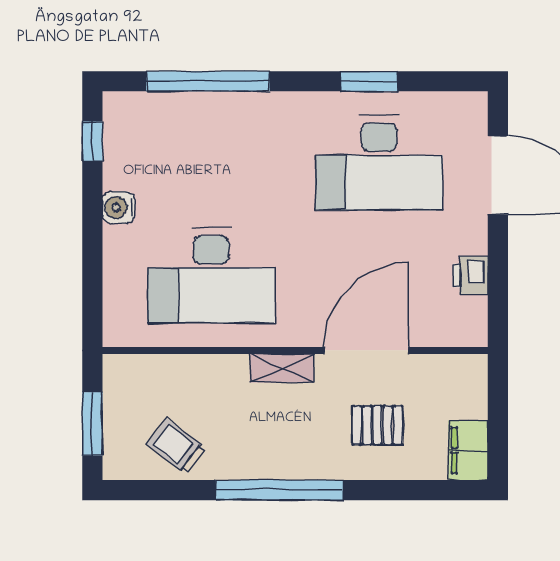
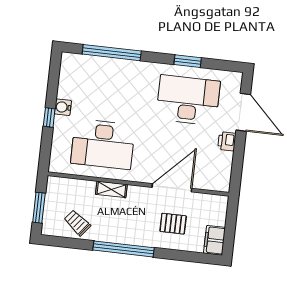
window: (92, 141) -> (49, 118), moved
desk: (379, 163) -> (188, 100), turned 180
printer: (470, 276) -> (227, 141), moved
shelving: (282, 368) -> (111, 189), moved

